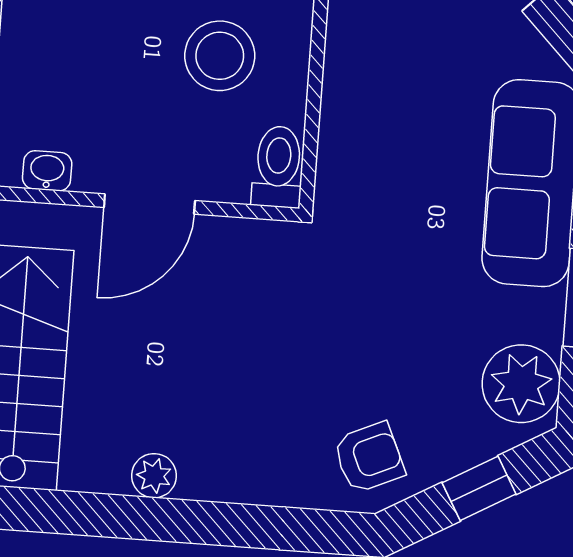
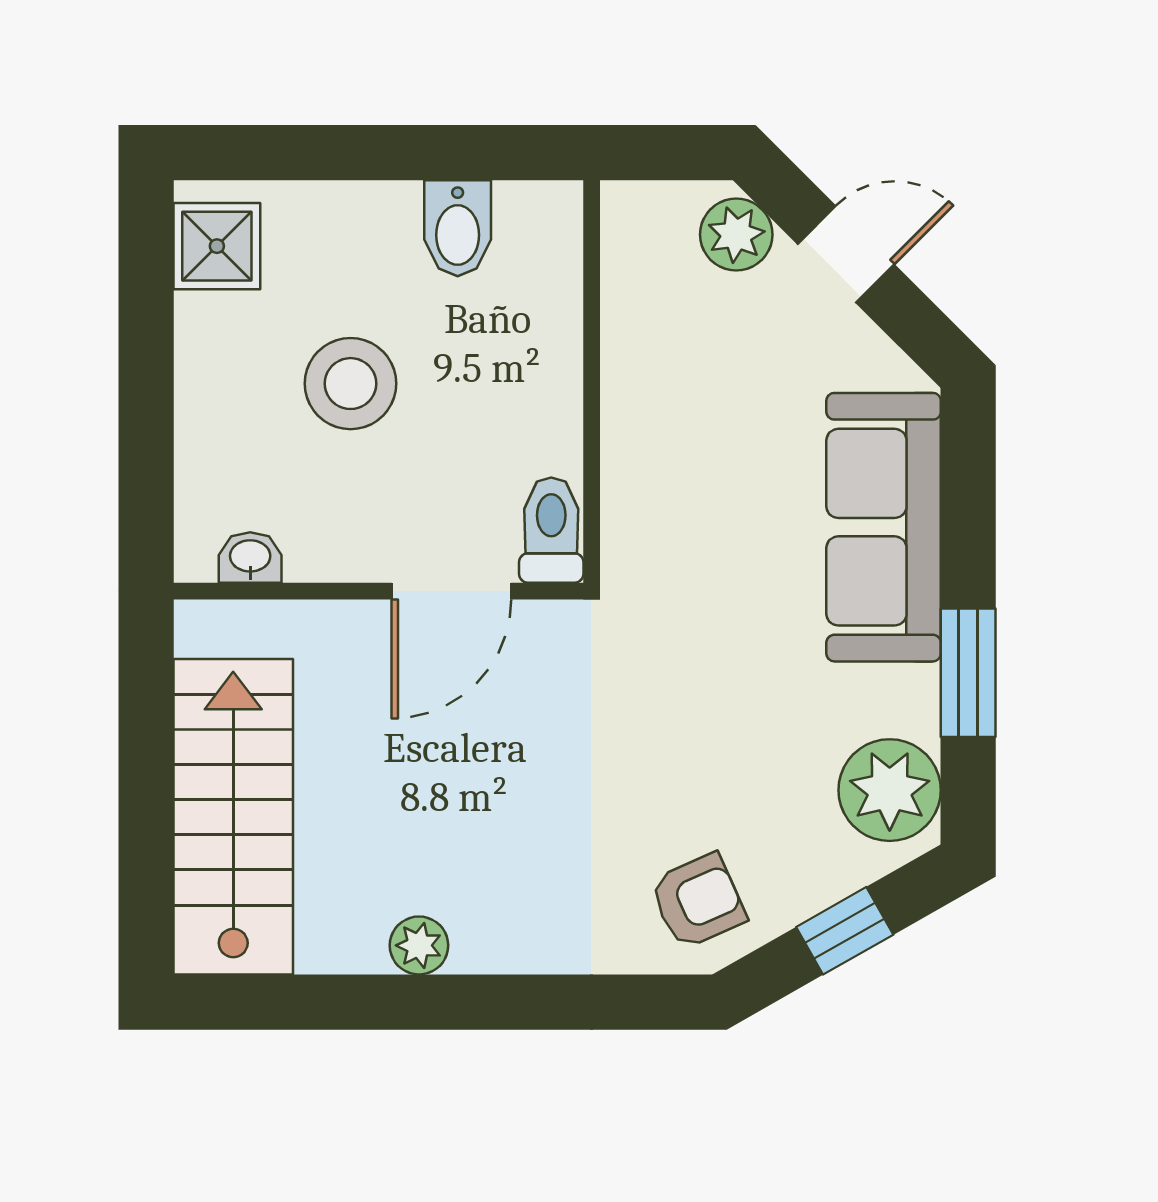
stool: (220, 56) -> (351, 384), moved
door: (149, 204) -> (451, 591), moved

